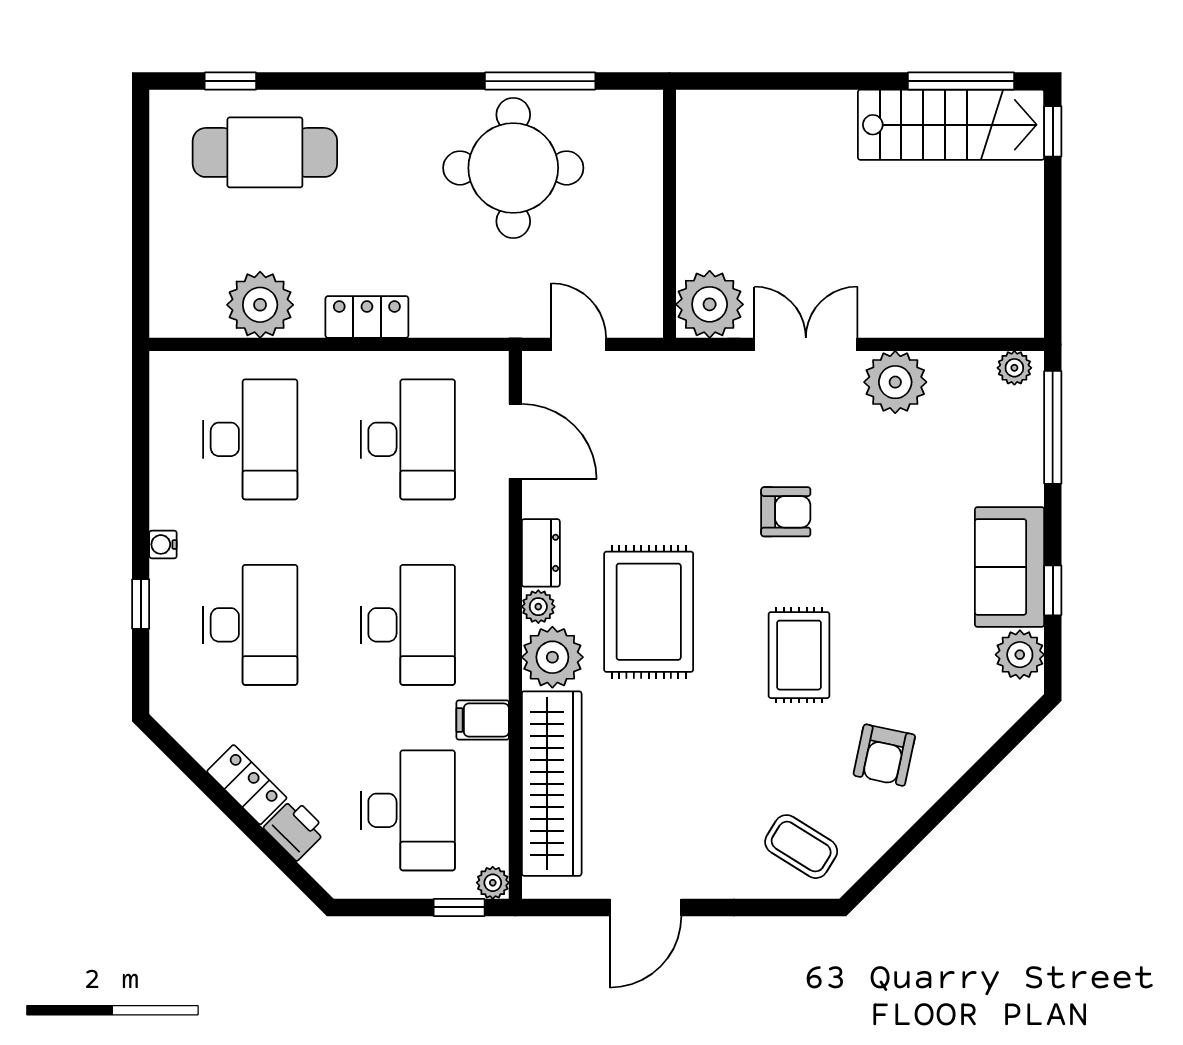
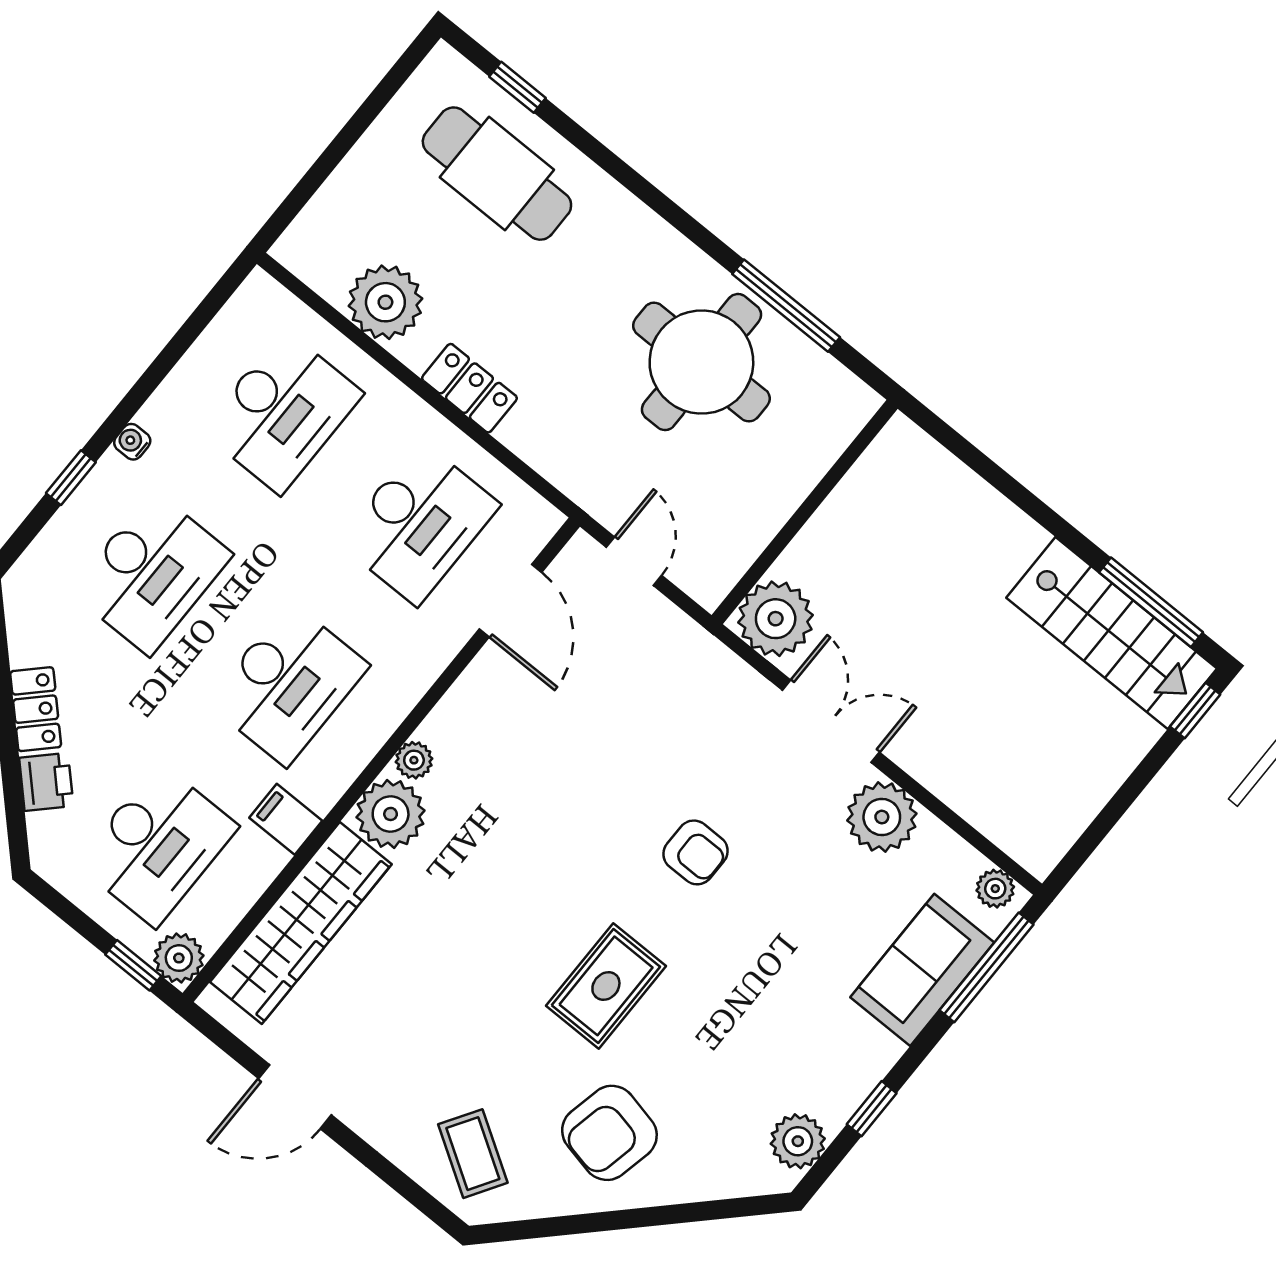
dresser: (541, 553) -> (454, 715), removed
sofa: (1010, 567) -> (922, 970), moved
rug: (649, 612) -> (506, 842), removed
armchair: (884, 755) -> (609, 1133), width x1.38, depth x1.38
plant: (493, 883) -> (179, 958), width x1.38, depth x1.38

